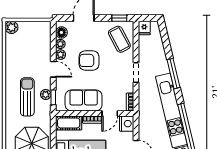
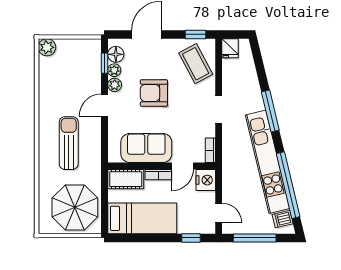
door: (53, 69) -> (104, 105), swing flipped
plant: (46, 95) -> (94, 140), removed
window: (53, 97) -> (104, 63), moved

